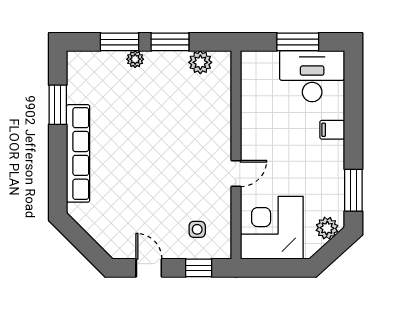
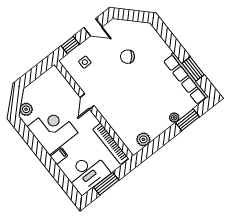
window: (170, 42) -> (164, 138), removed
bookcase: (249, 91) -> (111, 144), added
row of seats: (78, 153) -> (186, 79), moved
window: (353, 190) -> (28, 136), removed
chair: (134, 191) -> (127, 57), added
corner desk: (272, 228) -> (52, 130), moved, turned -90

